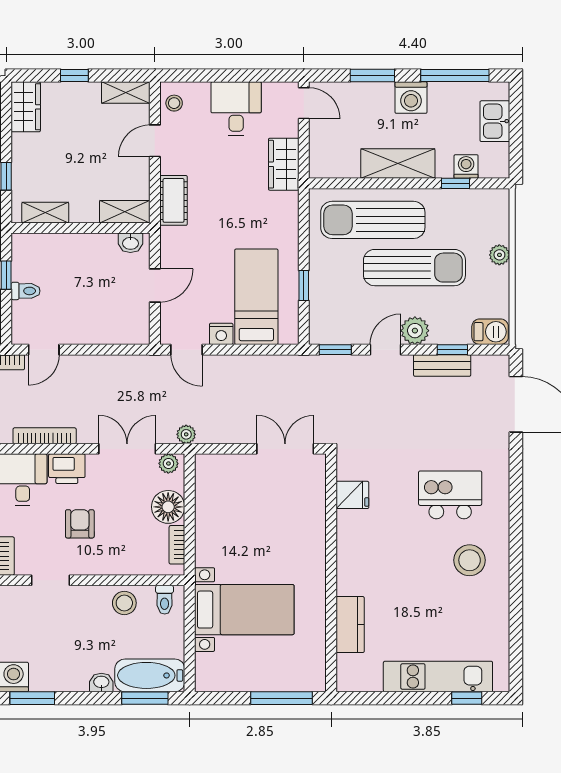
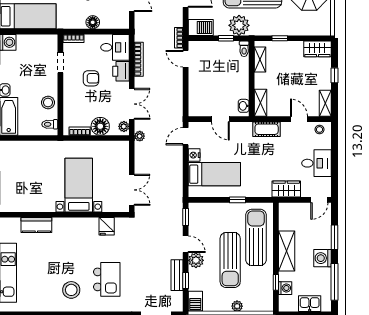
window: (304, 285) -> (238, 200), moved
toilet: (26, 291) -> (244, 49), moved
bed with nightstands: (244, 610) -> (79, 185), moved, turned 180

